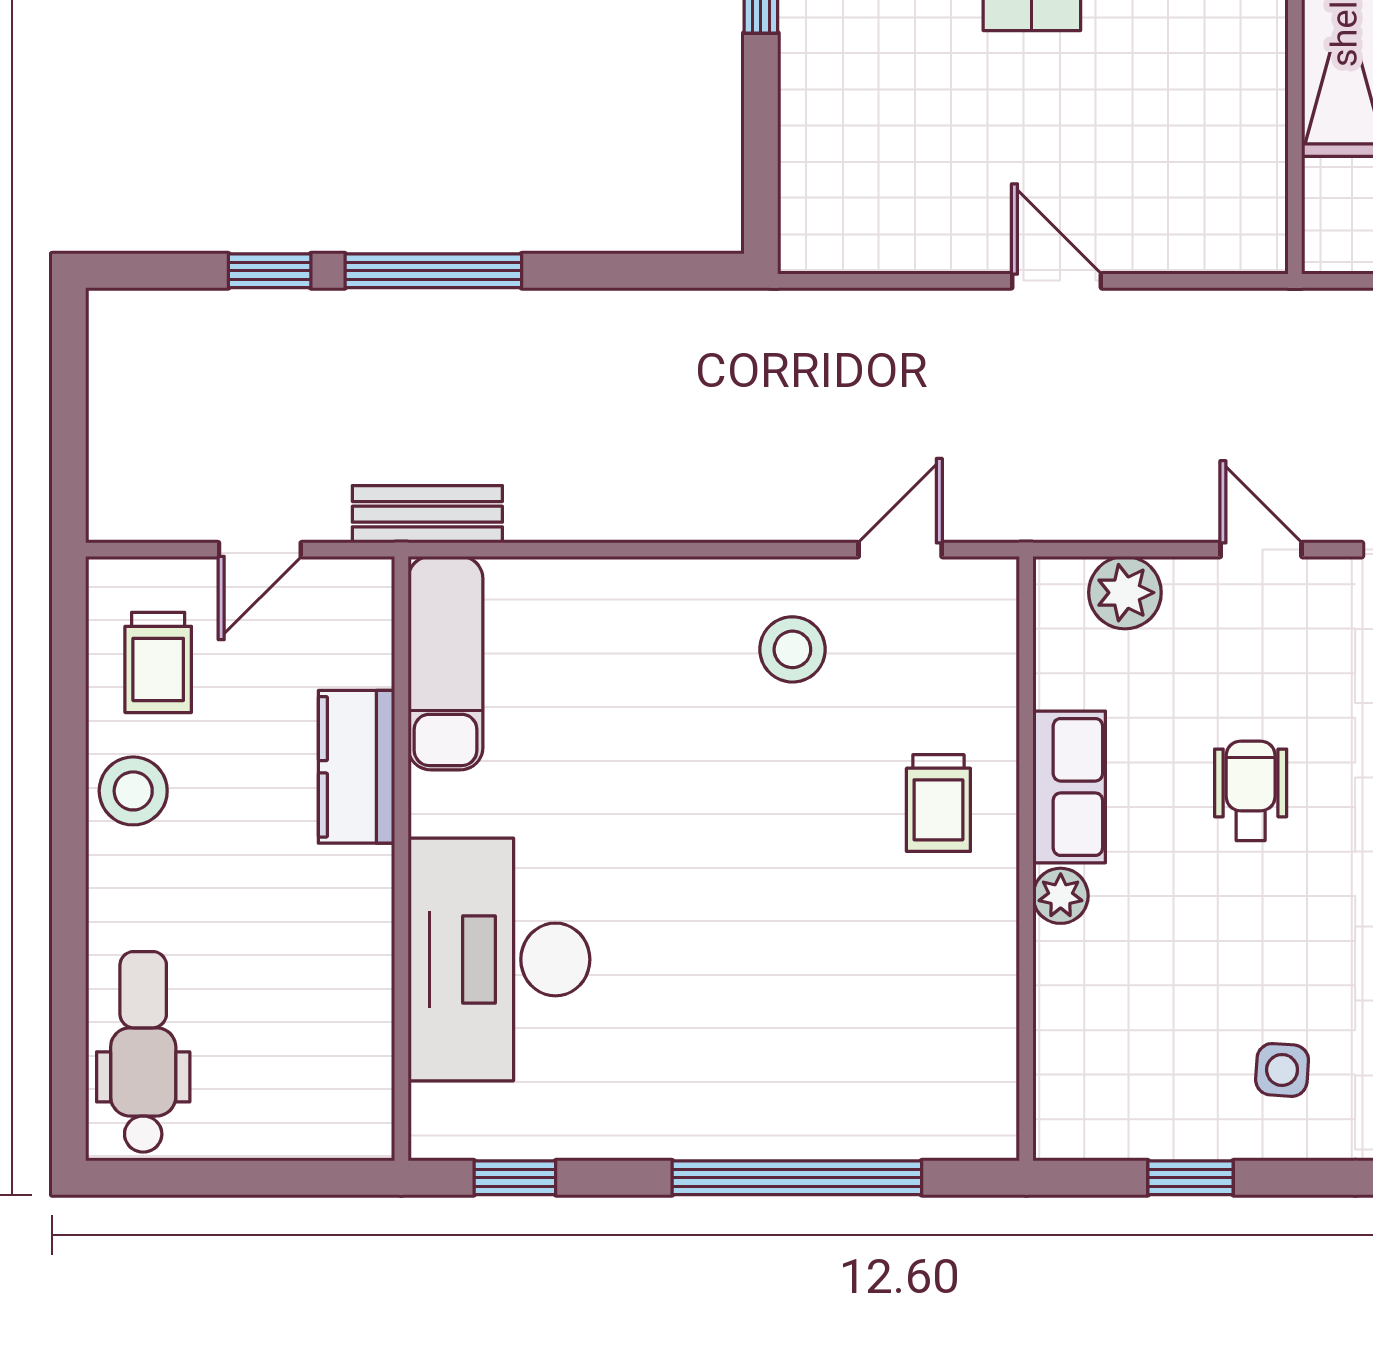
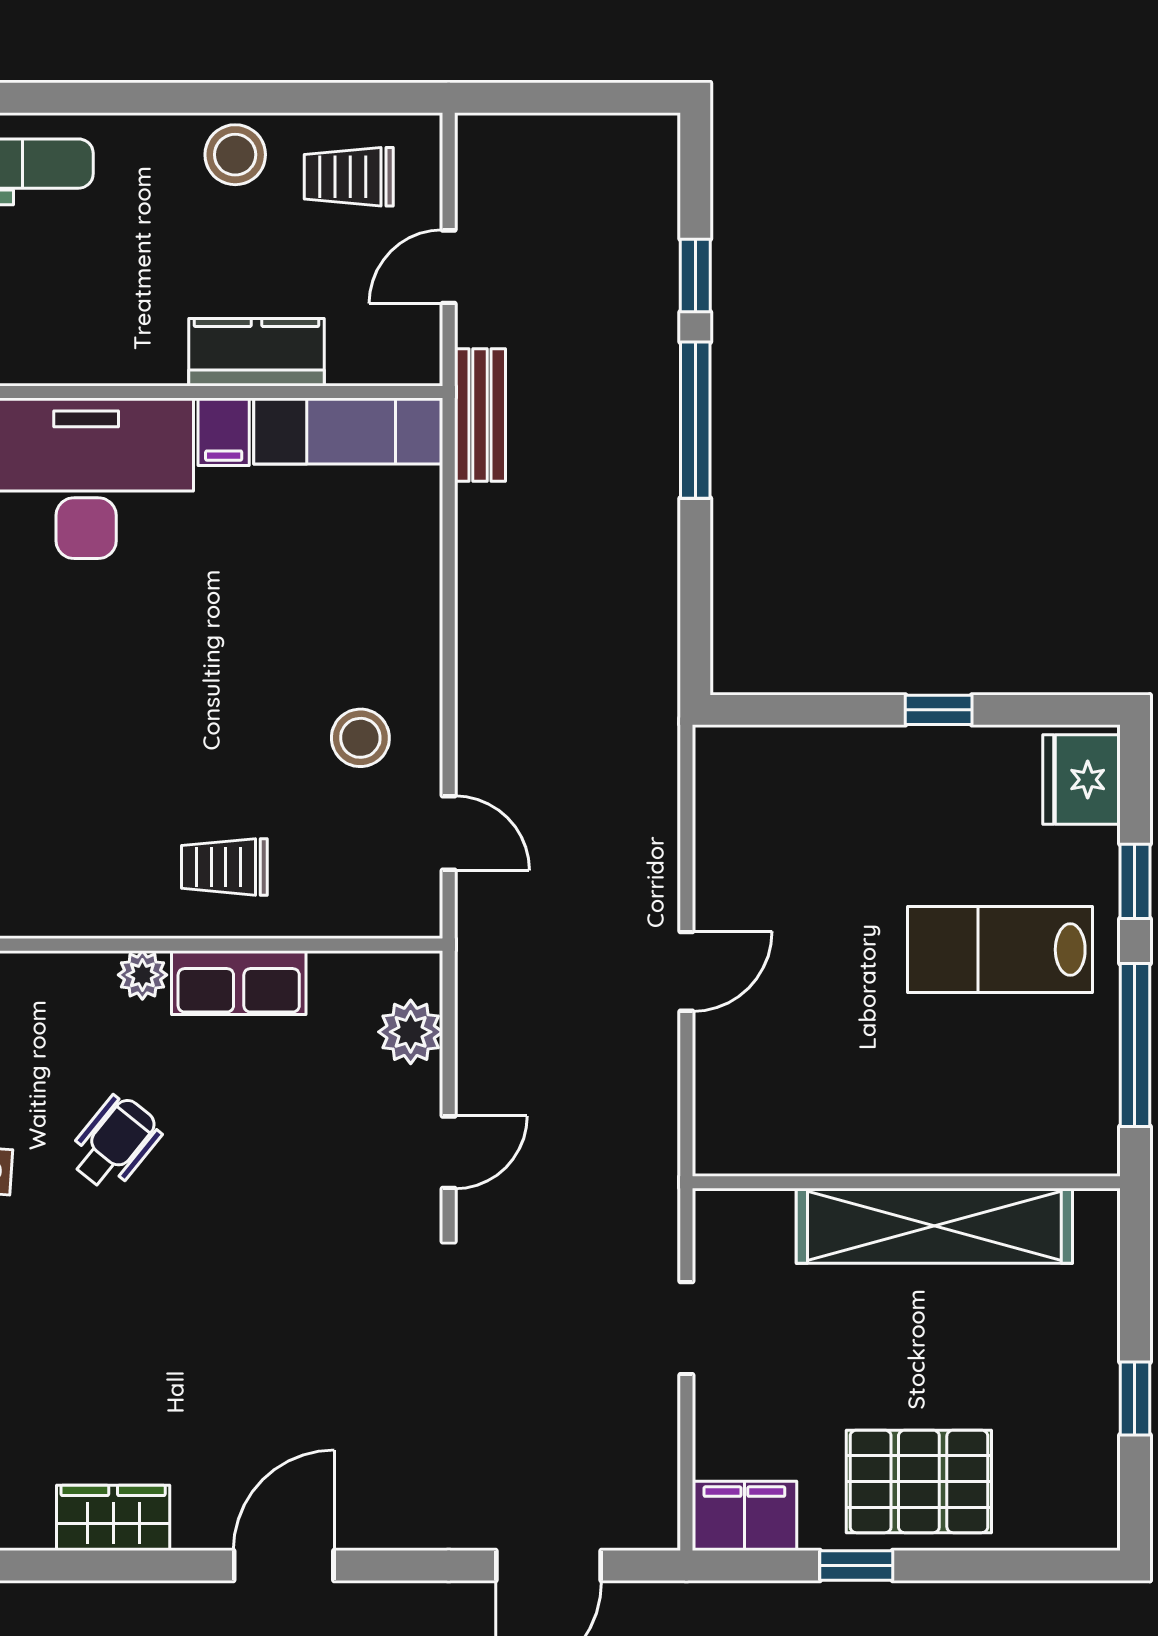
door: (260, 550) -> (449, 267), hinge flipped
wheelchair: (1251, 791) -> (115, 1143), moved, turned -51
filing cabinet: (446, 804) -> (224, 432), added

